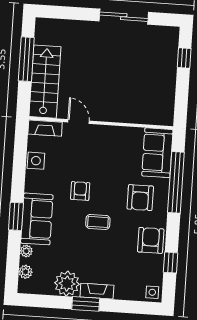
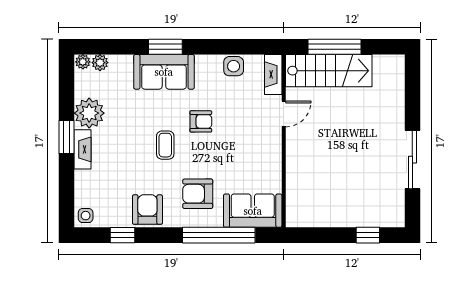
window: (26, 59) -> (335, 47), moved
armchair: (151, 240) -> (147, 210), turned -90
plant: (26, 251) -> (83, 62), moved

